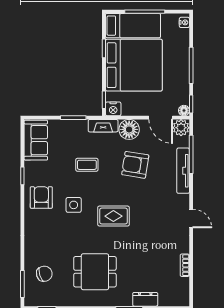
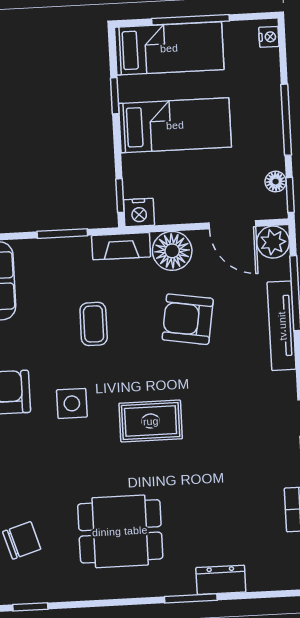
bed: (134, 65) -> (175, 125), width x0.49
floor lamp: (184, 111) -> (276, 182), moved
coffee table: (87, 165) -> (94, 324), turned 90

